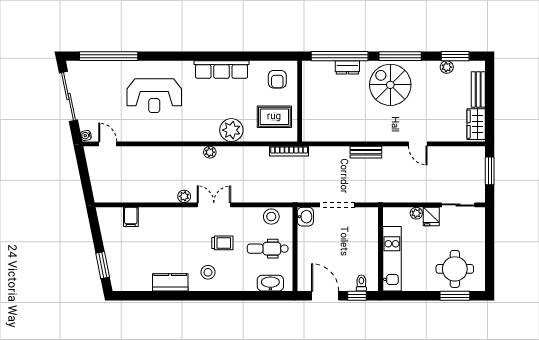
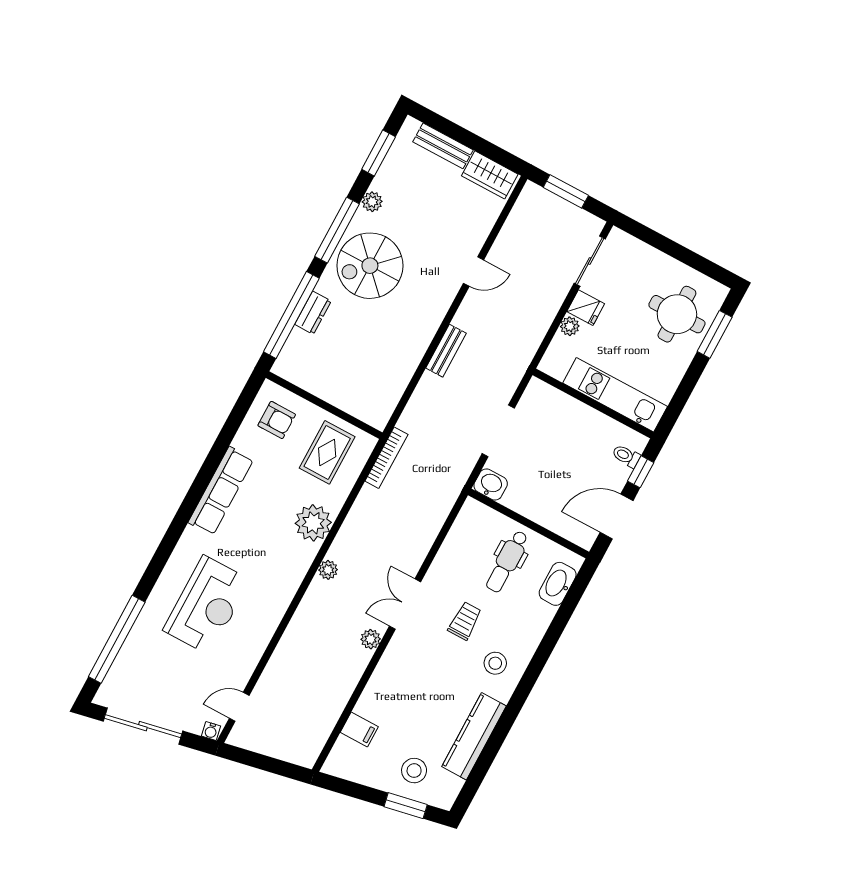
plant: (447, 67) -> (372, 202), moved
stool: (271, 217) -> (414, 771), moved
kitchen counter: (170, 282) -> (474, 736), width x1.50

